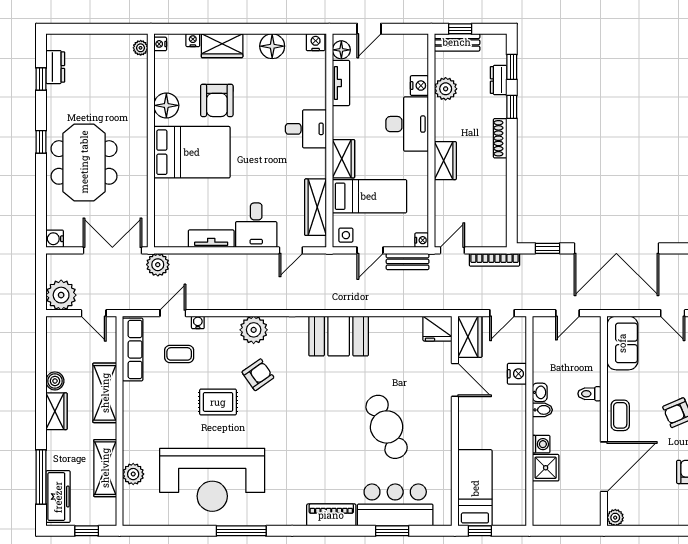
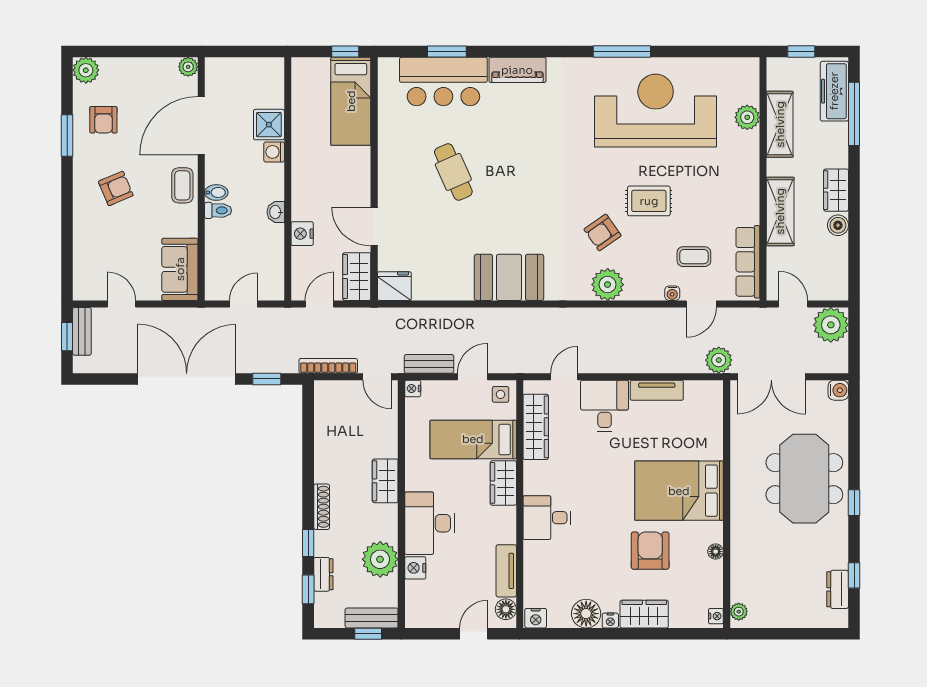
nightstand: (193, 40) -> (610, 621), moved
plant: (446, 89) -> (380, 559), width x1.36, depth x1.36
floor lamp: (166, 105) -> (716, 552), width x0.53, depth x0.53
door: (452, 250) -> (377, 377), hinge flipped
bidet: (542, 410) -> (216, 192), moved, turned 180
cafe table: (387, 427) -> (453, 172), width x0.73, depth x0.74

